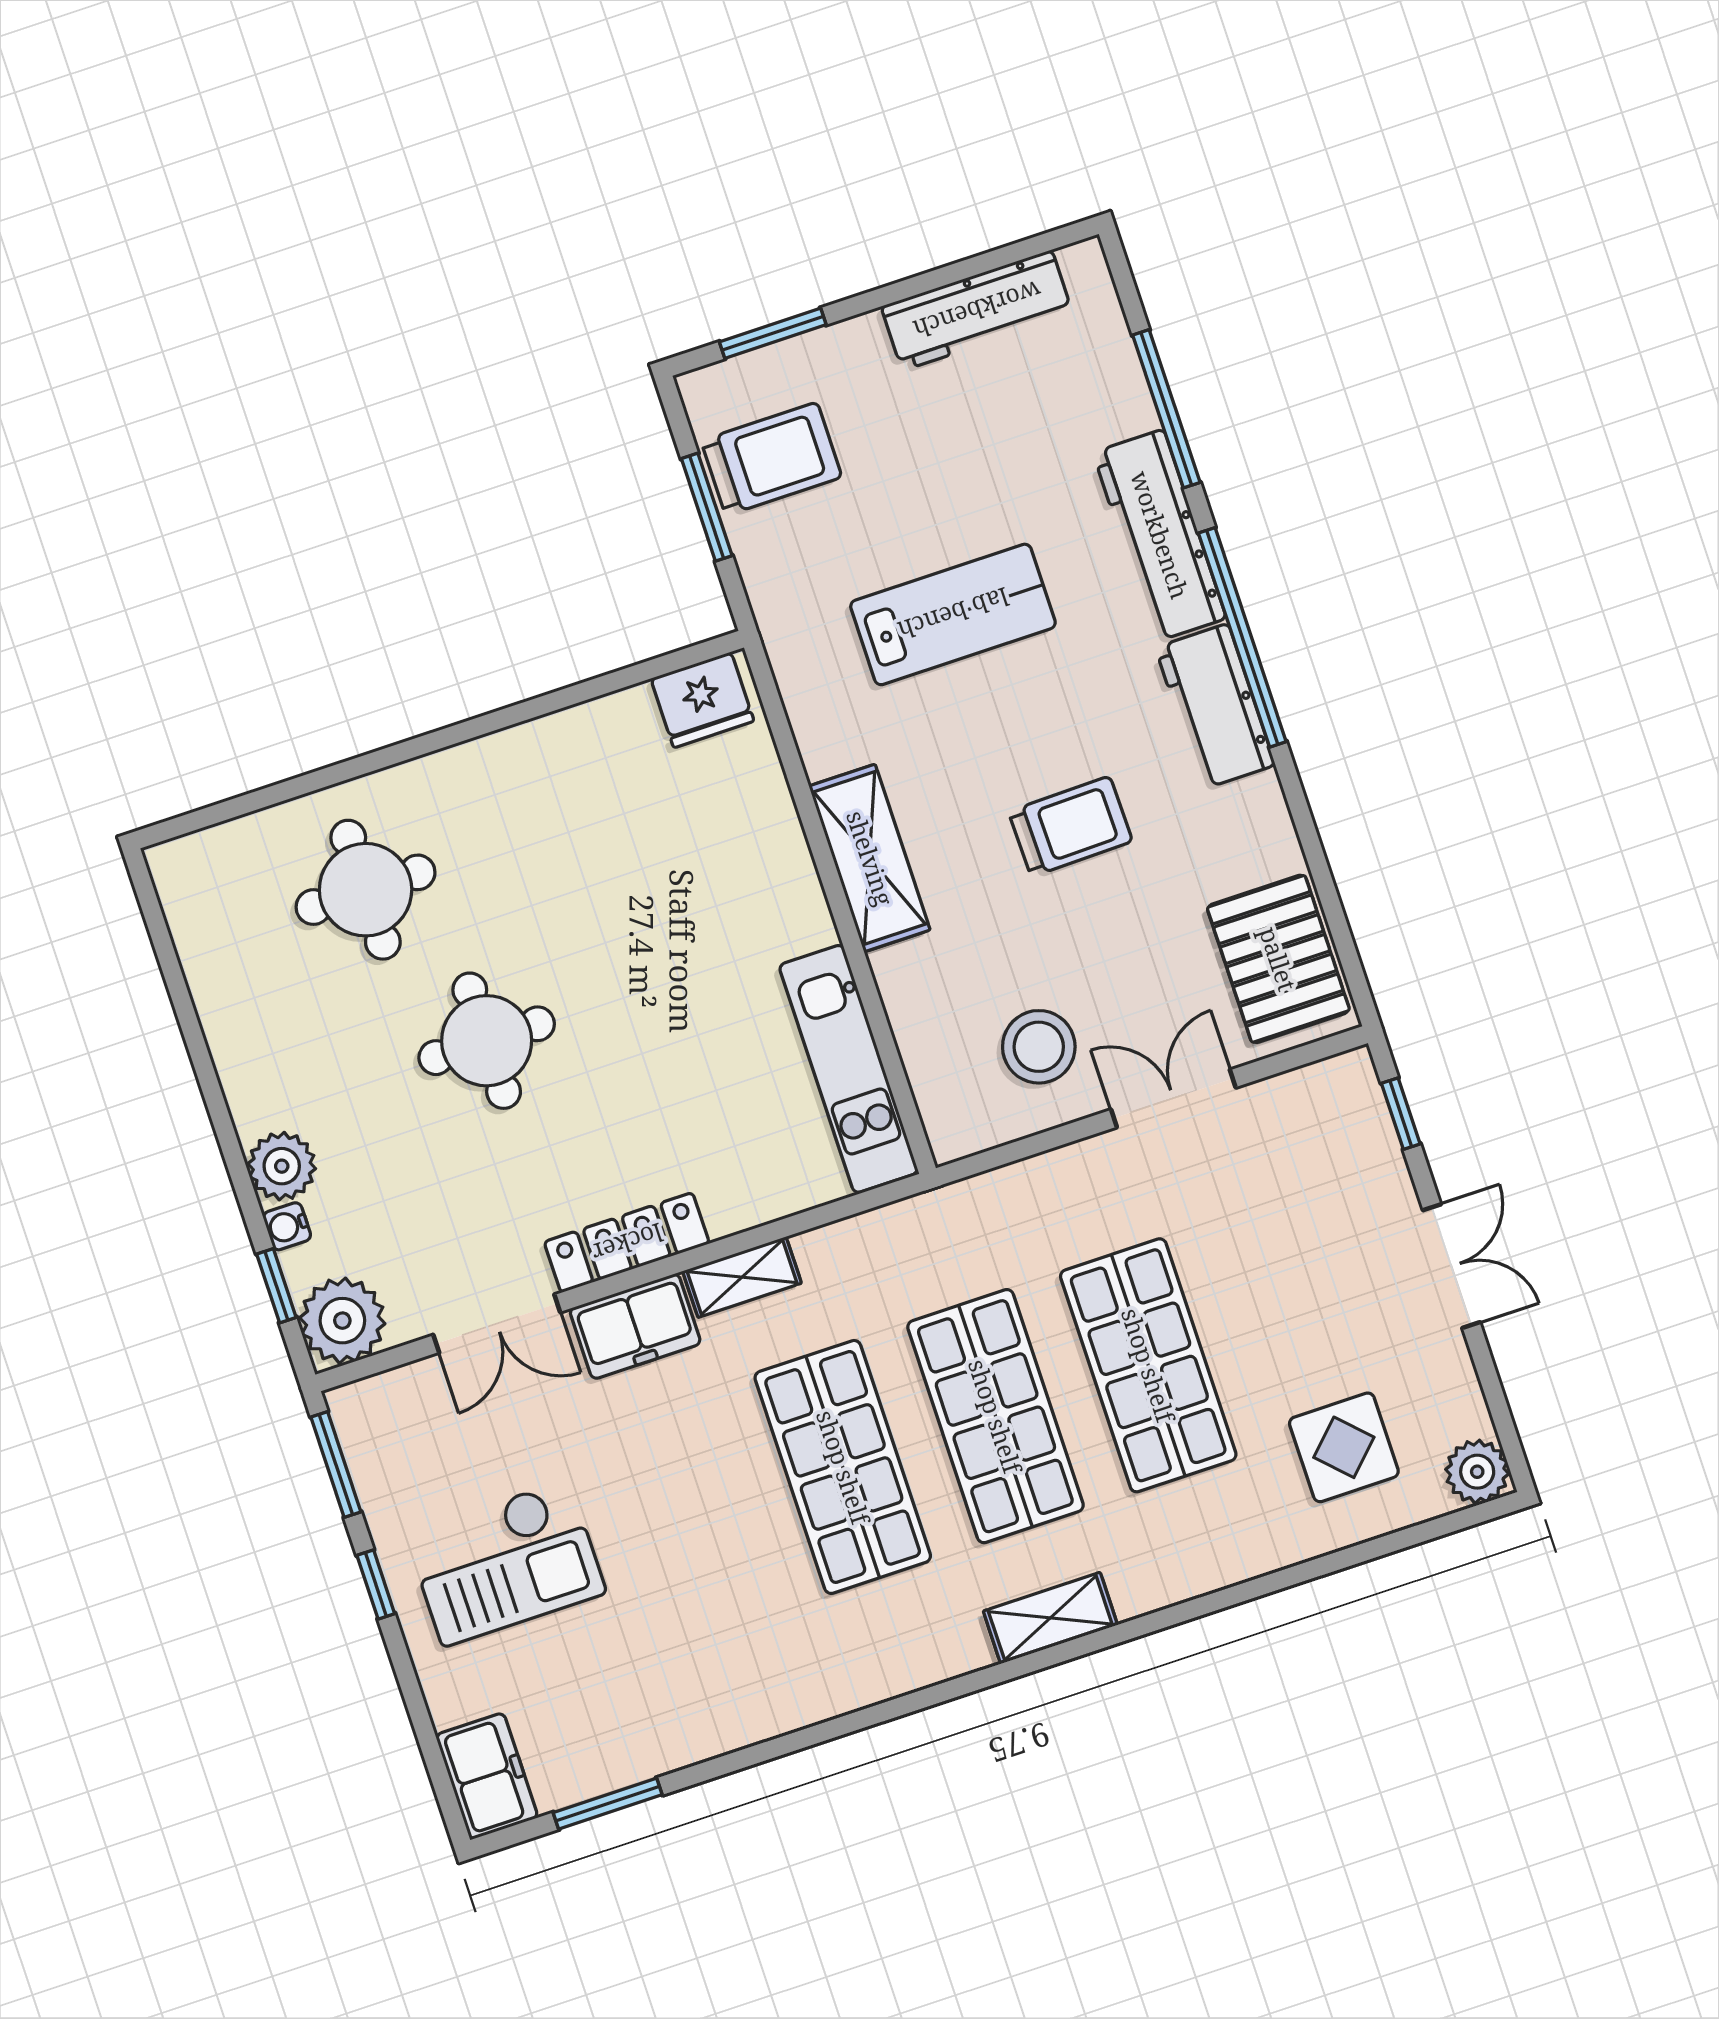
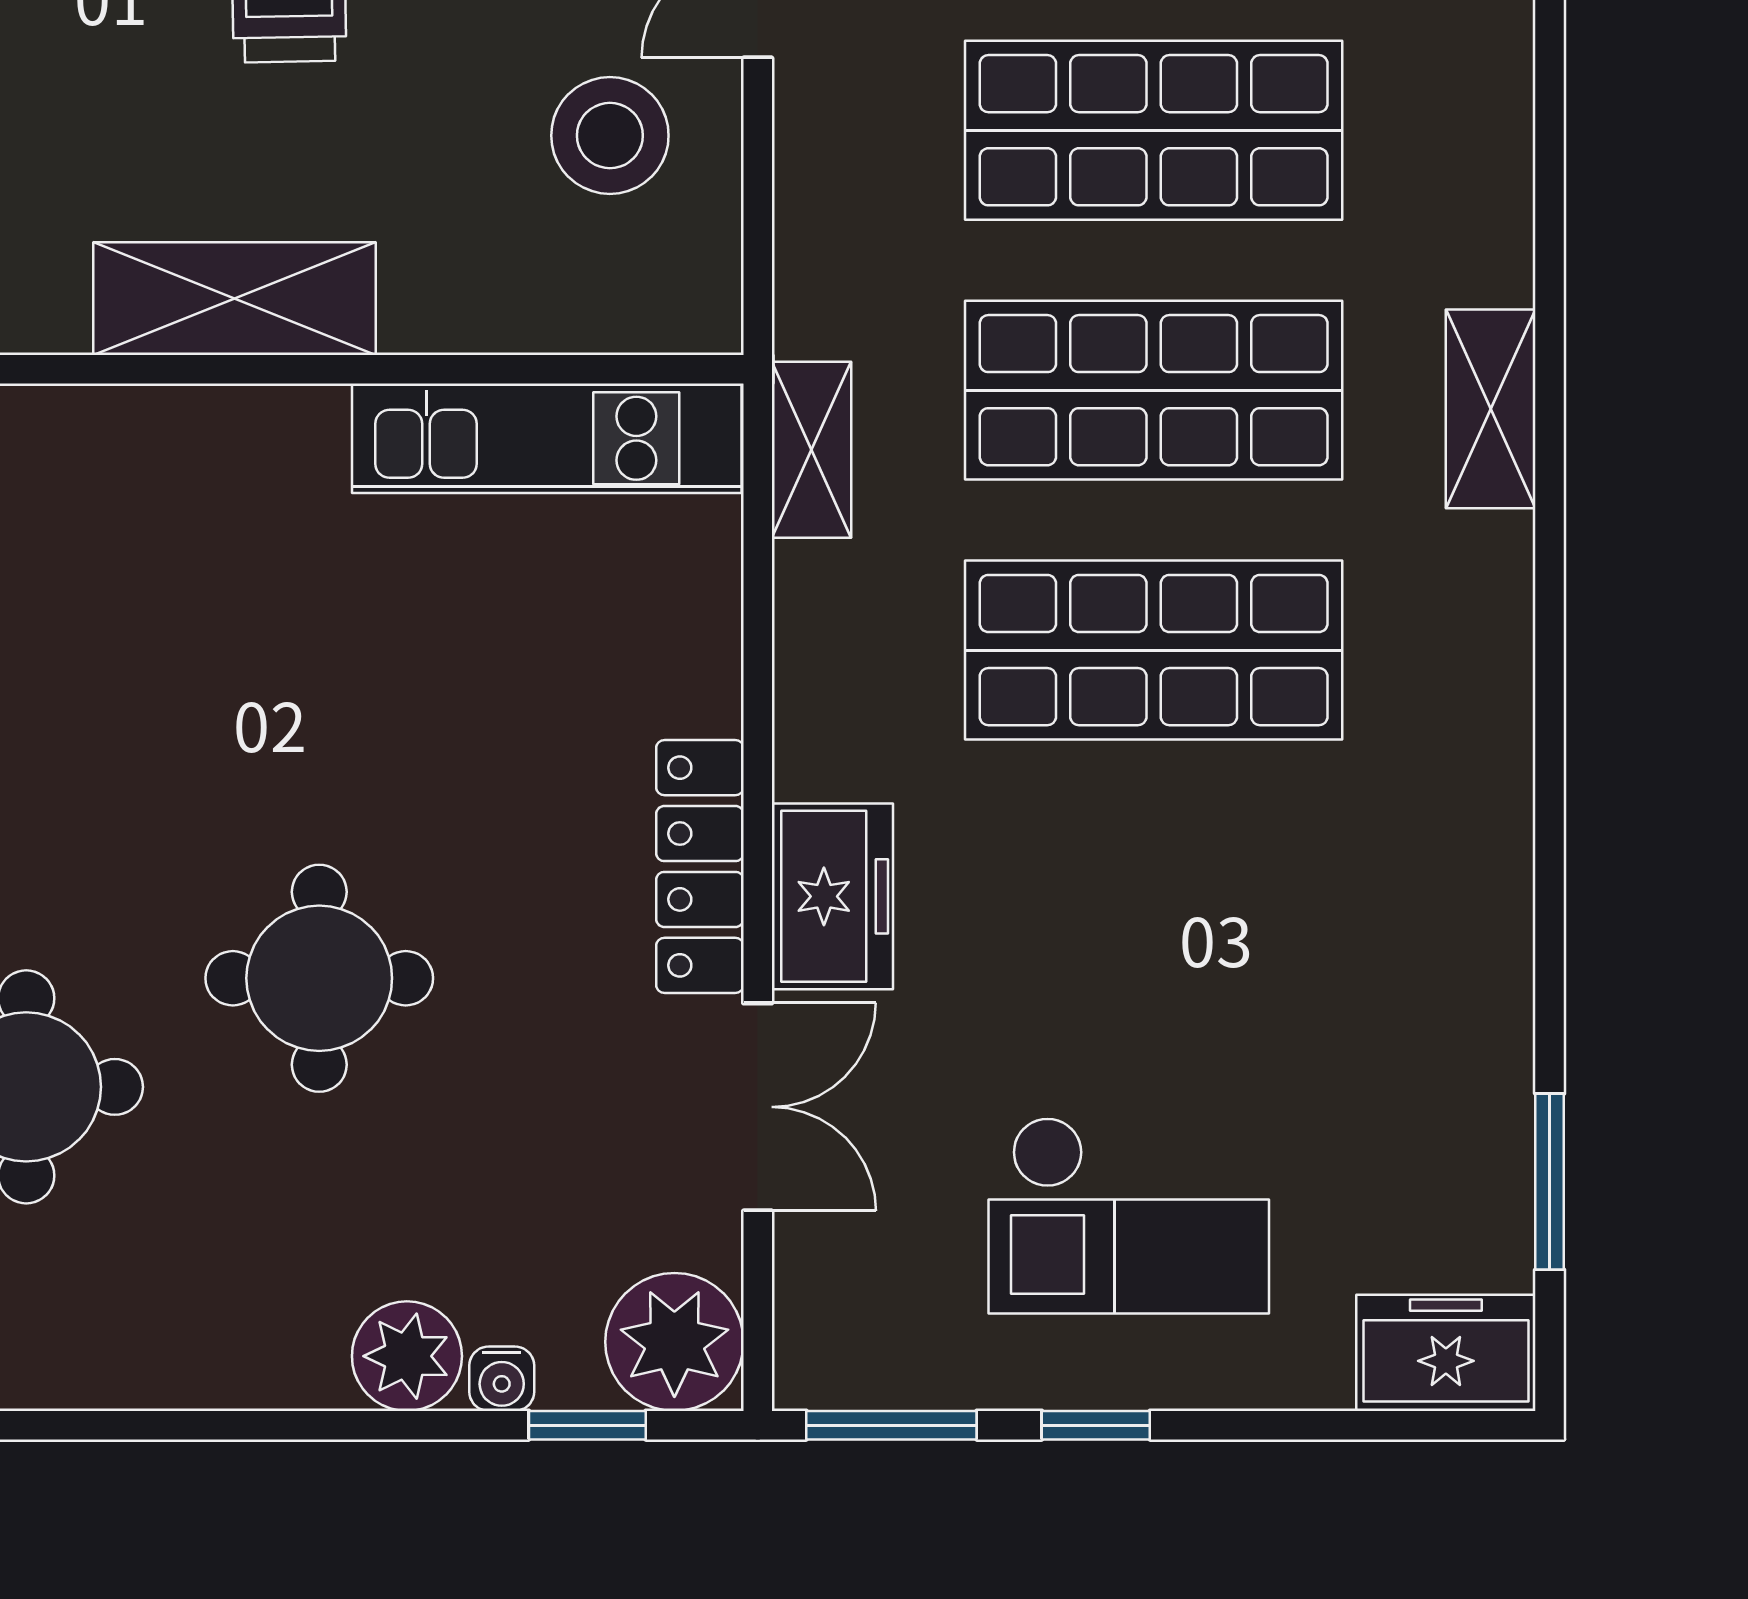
shelving: (742, 1277) -> (811, 450), moved
checkout: (506, 1563) -> (1129, 1215), turned 90

